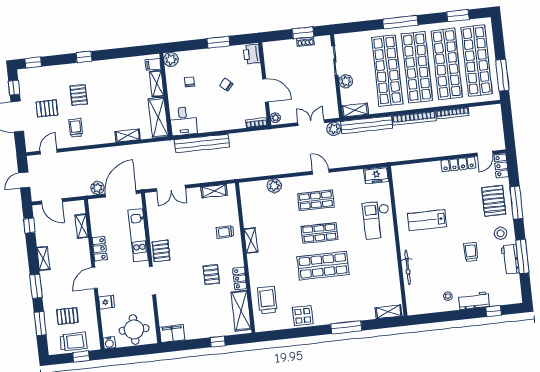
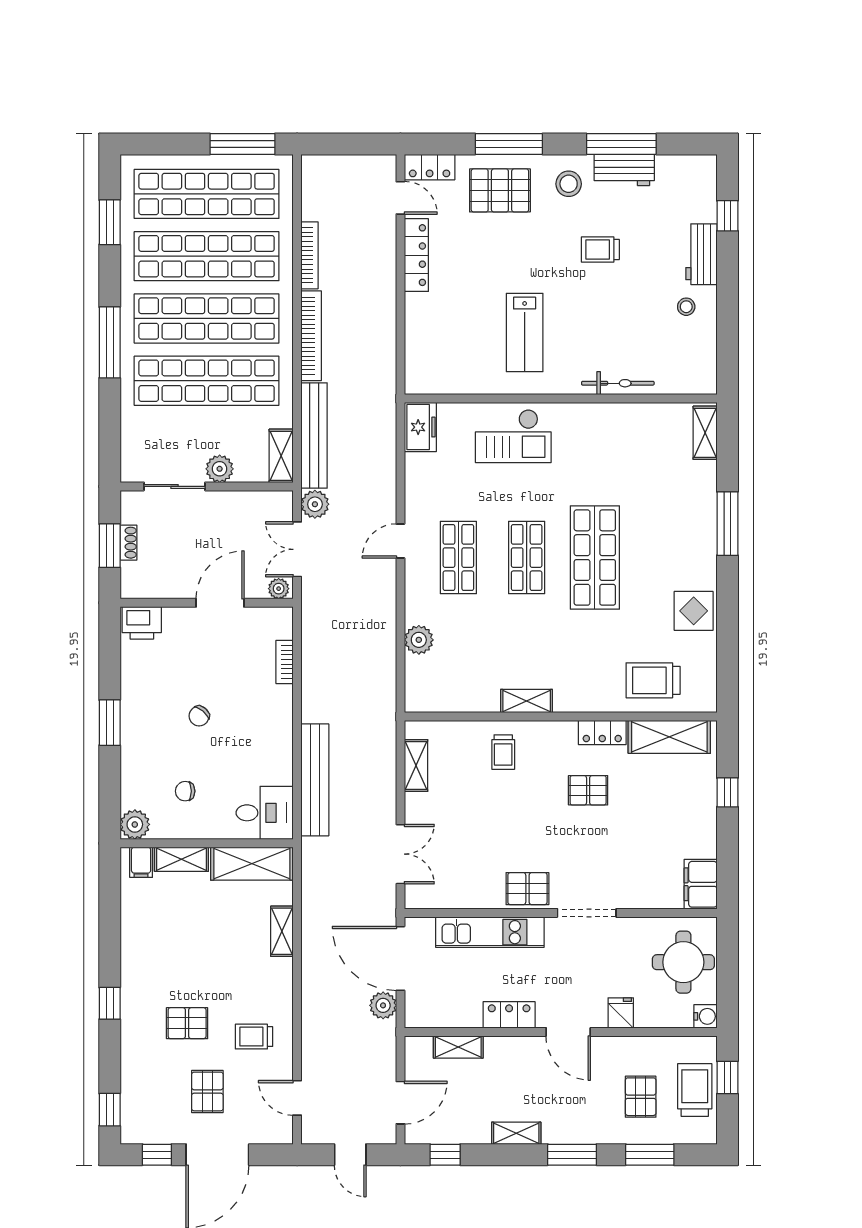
printer: (252, 54) -> (142, 623), moved
wall: (265, 84) -> (207, 603), moved
door: (265, 90) -> (220, 603), moved
plant: (275, 118) -> (279, 589), moved

